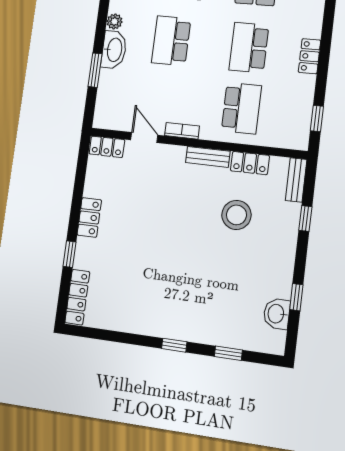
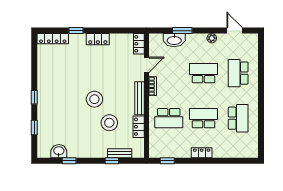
washbasin: (114, 50) -> (174, 40), moved
bench: (208, 157) -> (140, 98), width x1.36
bench: (296, 180) -> (120, 153), moved
stool: (192, 236) -> (94, 99), added

